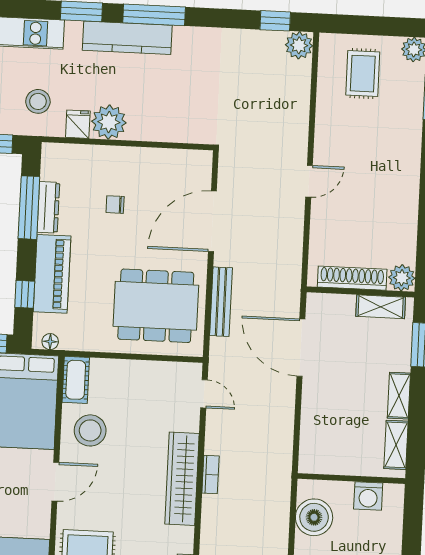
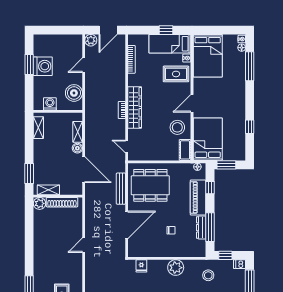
fridge: (78, 124) -> (141, 266), moved
boiler: (312, 395) -> (77, 148), added
shelving: (399, 396) -> (78, 132), moved

